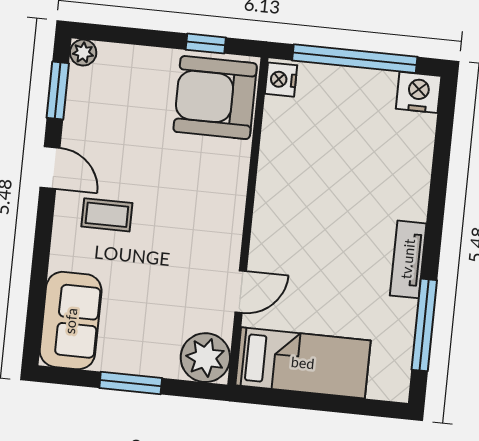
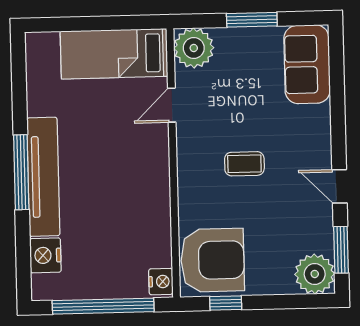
plant: (83, 53) -> (315, 274), width x1.88, depth x1.88
nightstand: (419, 92) -> (45, 255), moved, turned 90
coffee table: (107, 215) -> (244, 164), moved
tv unit: (408, 259) -> (43, 177), width x1.92, depth x1.29
window: (424, 325) -> (21, 172), moved

